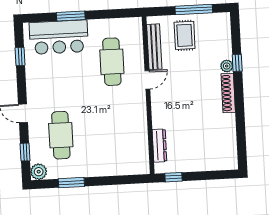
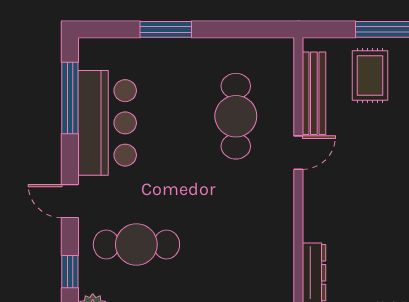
bar counter: (59, 37) -> (107, 123), moved, turned -90
window: (20, 56) -> (70, 98), width x2.17
cafe table: (61, 135) -> (136, 245), turned 90

